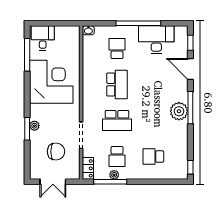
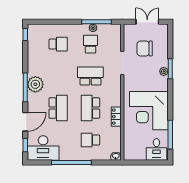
desk: (156, 40) -> (43, 148), moved
school desk: (117, 49) -> (90, 140), turned 90
door: (190, 69) -> (25, 122), hinge flipped
school desk: (153, 85) -> (58, 108), added
locker: (88, 168) -> (116, 117), moved

